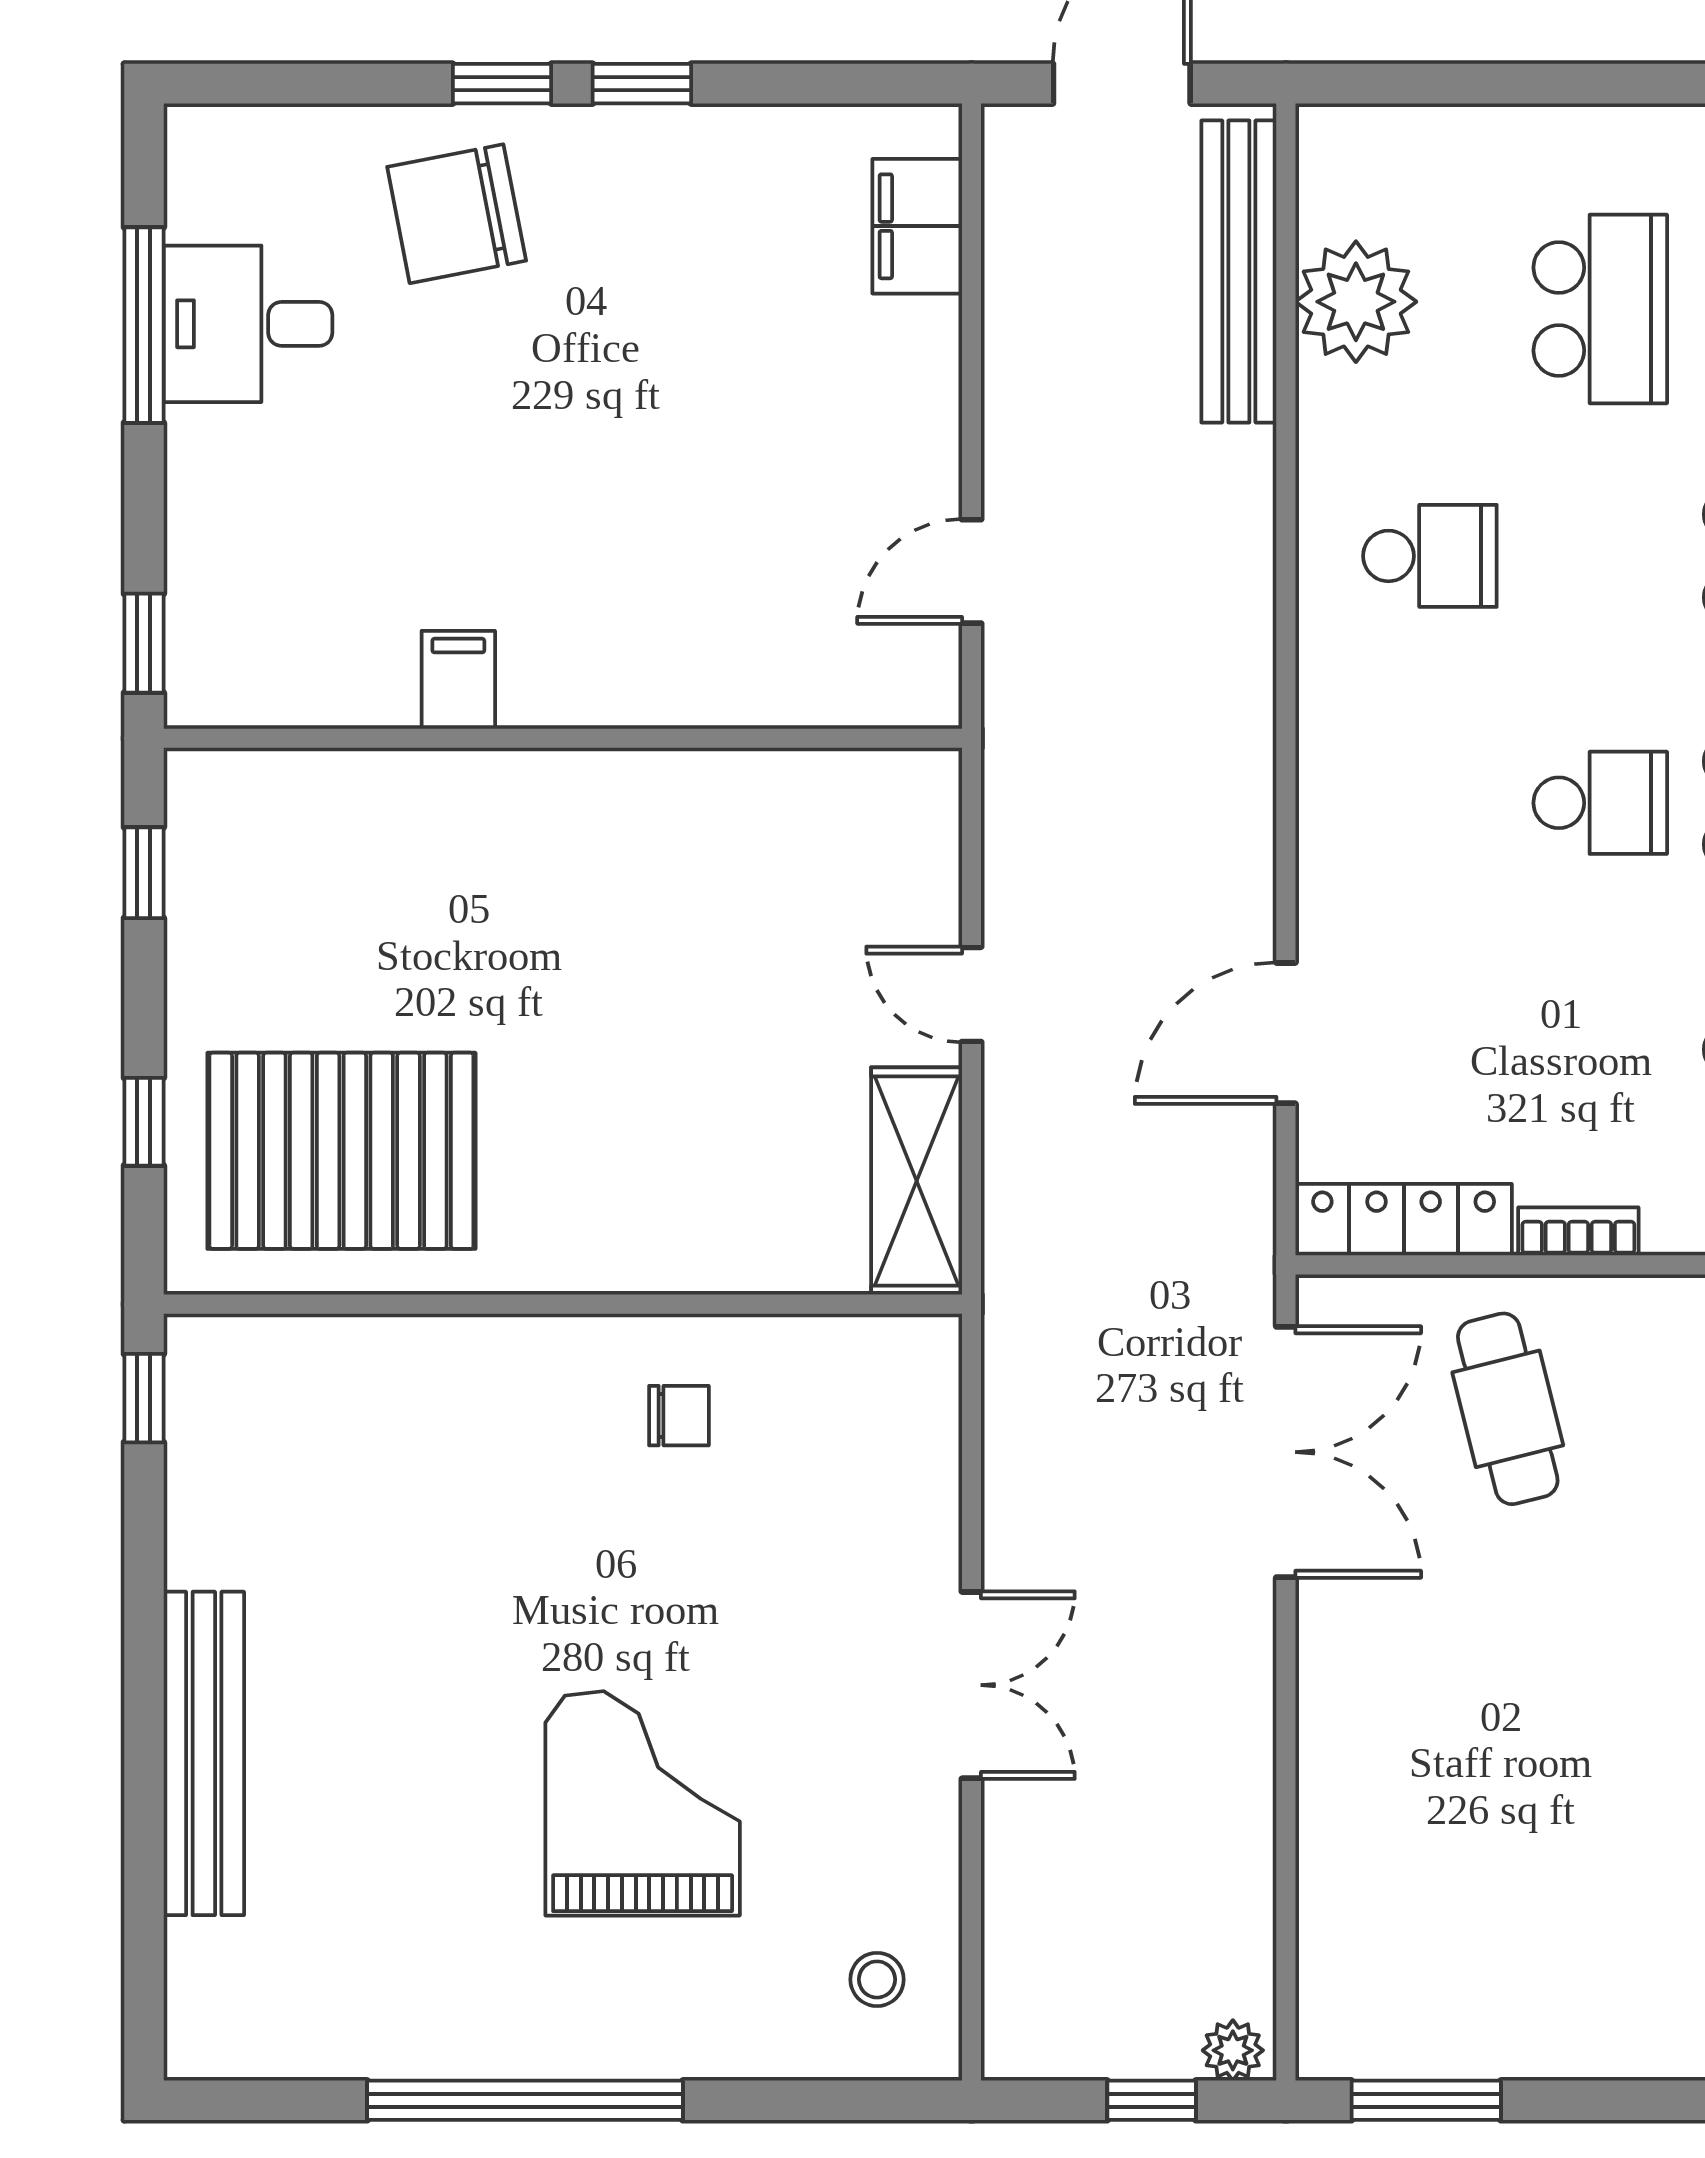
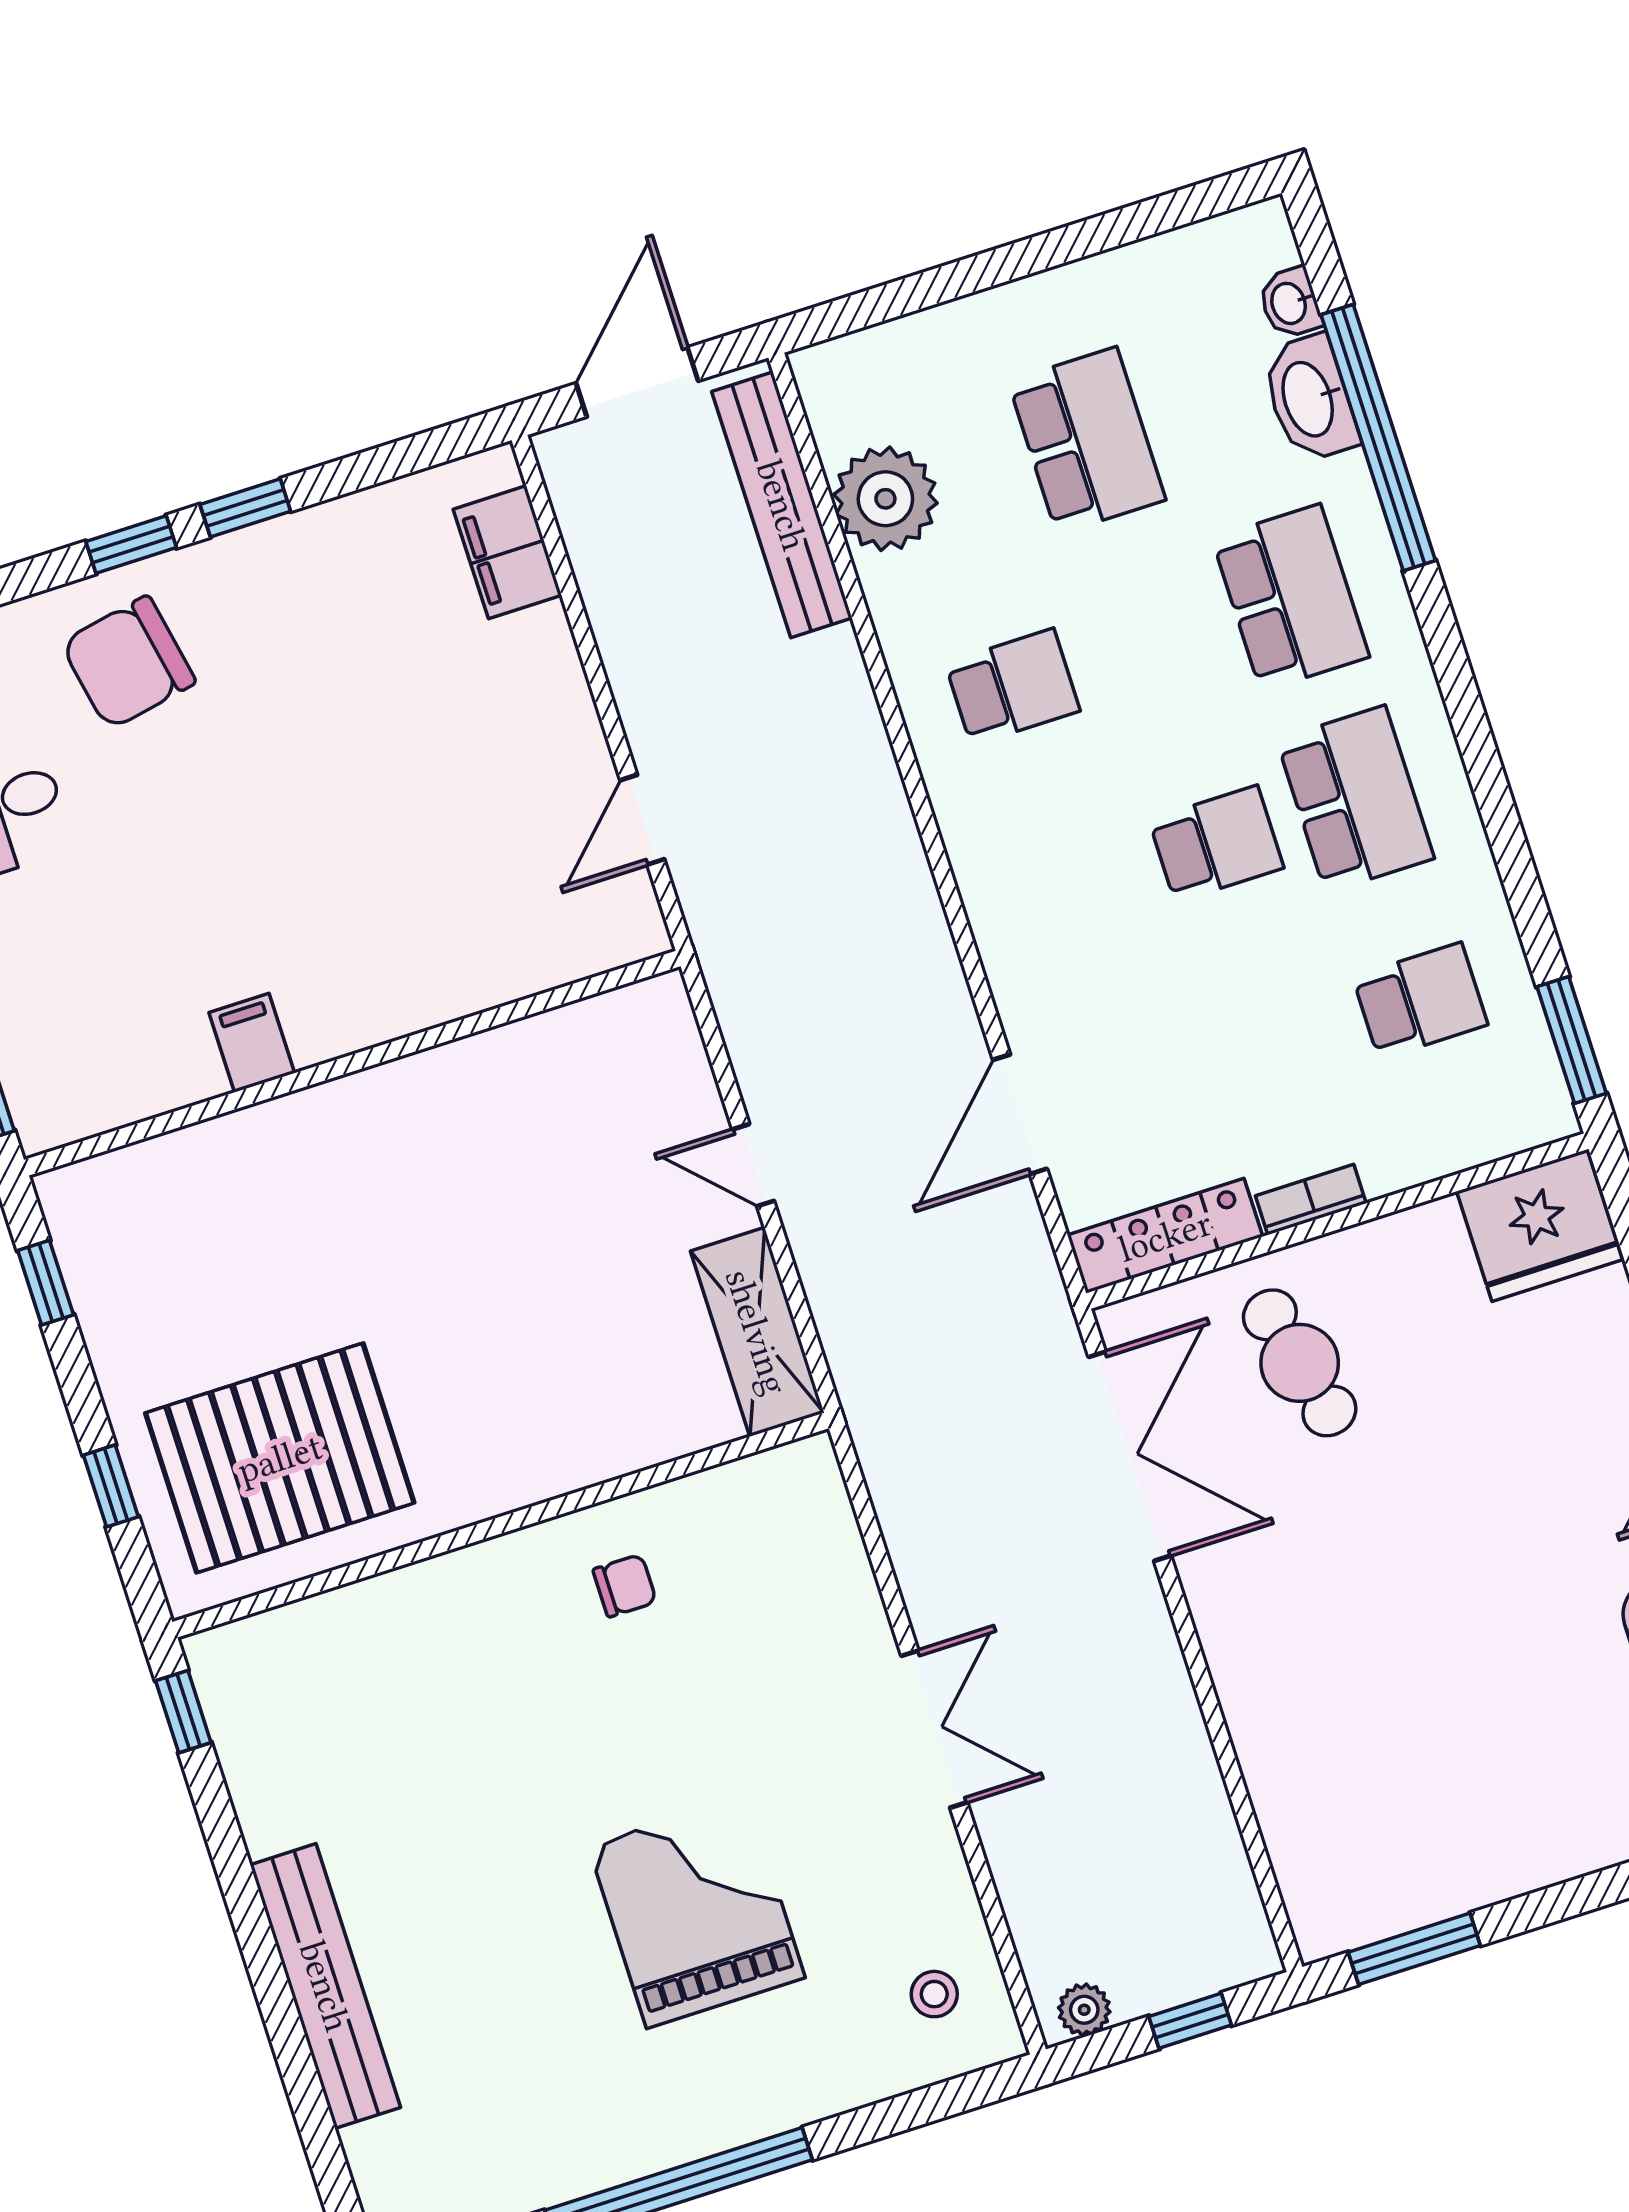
plant: (1233, 2050) -> (1084, 2010), moved

